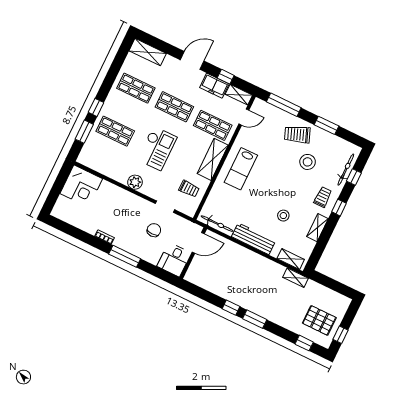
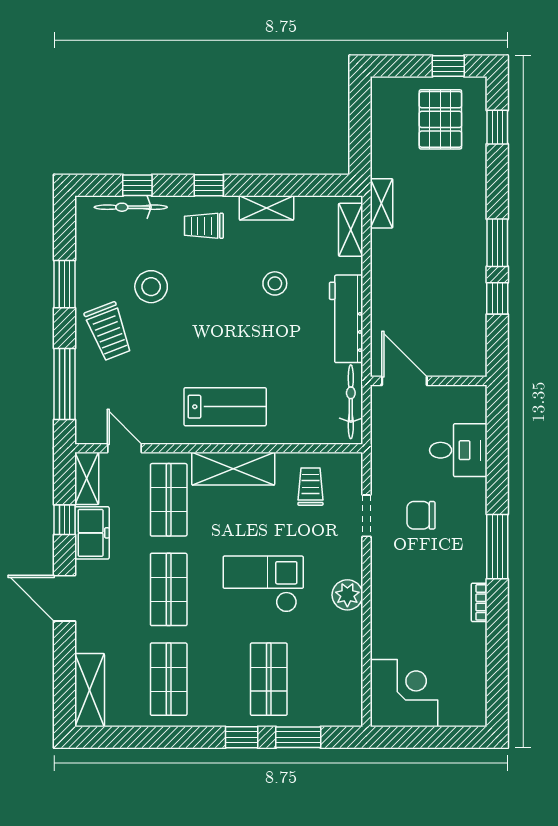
door: (198, 243) -> (404, 381), moved
wall: (193, 253) -> (429, 381), moved

